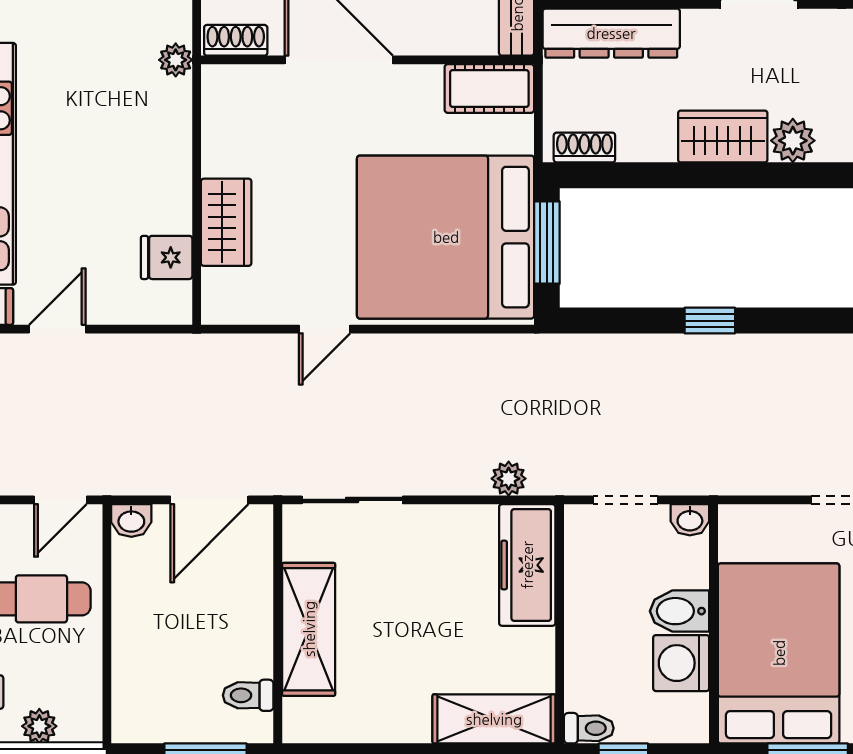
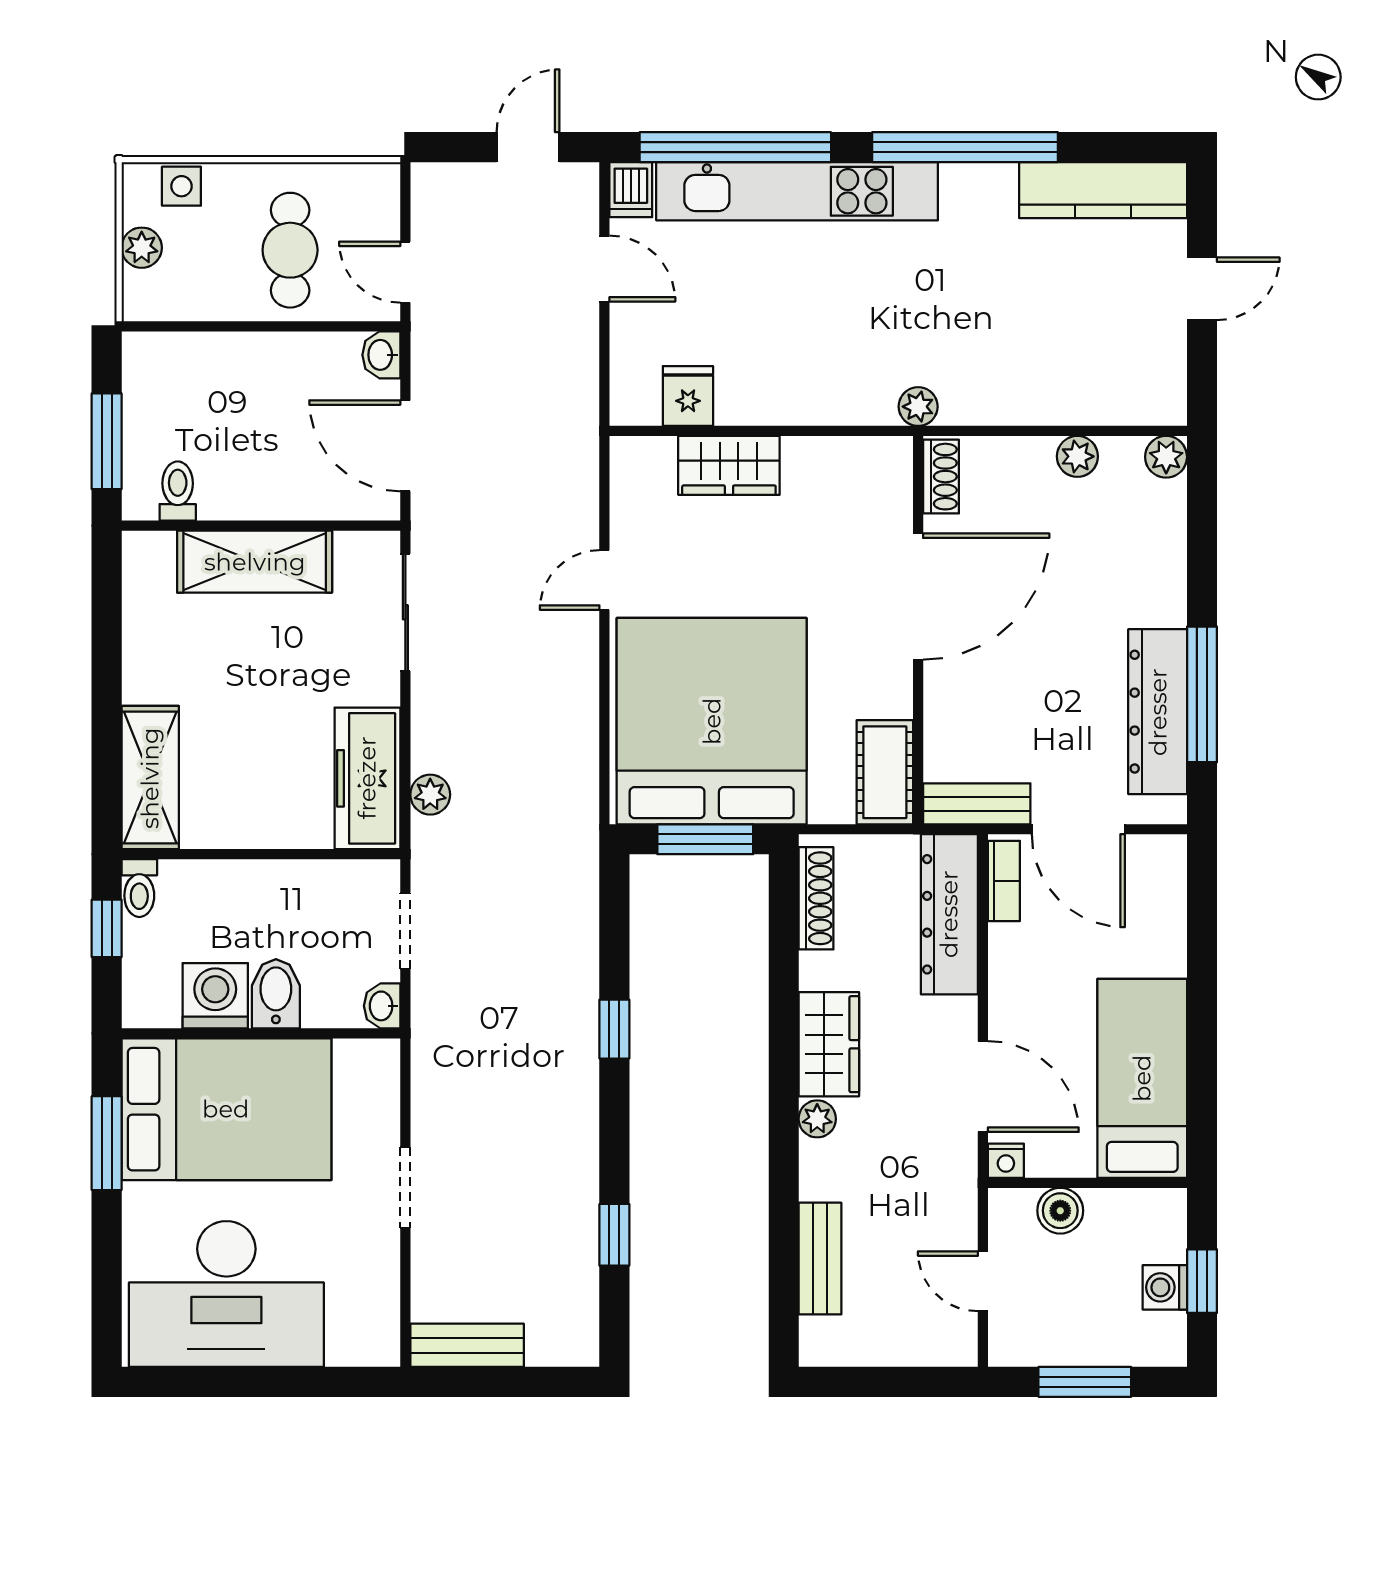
plant: (793, 141) -> (817, 1119), width x0.73, depth x0.73
shoe rack: (584, 148) -> (816, 898), width x1.43
door: (324, 329) -> (604, 580), hinge flipped
freezer: (527, 565) -> (367, 778), moved, turned -90

